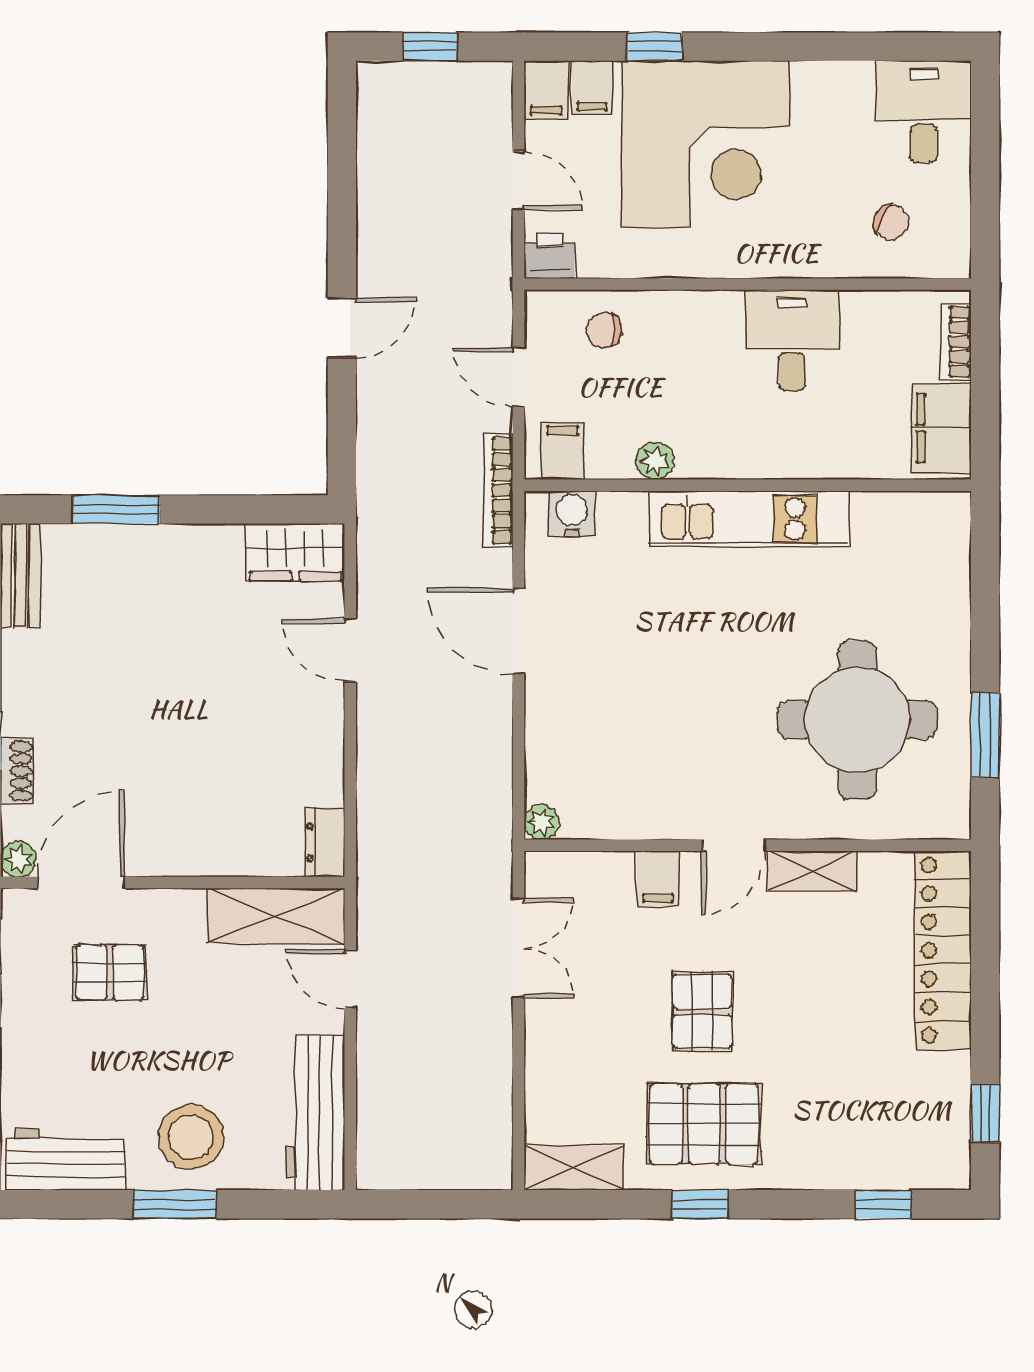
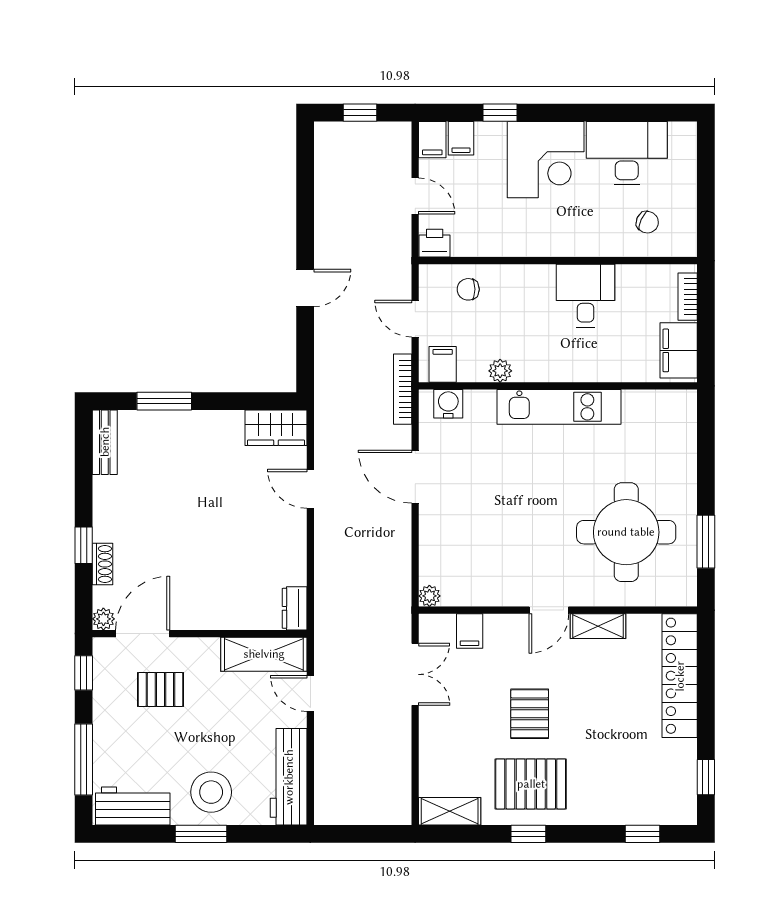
desk: (924, 112) -> (627, 153), moved, width x1.37
corner desk: (706, 144) -> (546, 160), width x0.74, depth x0.74
filing cabinet: (658, 879) -> (470, 631), moved

